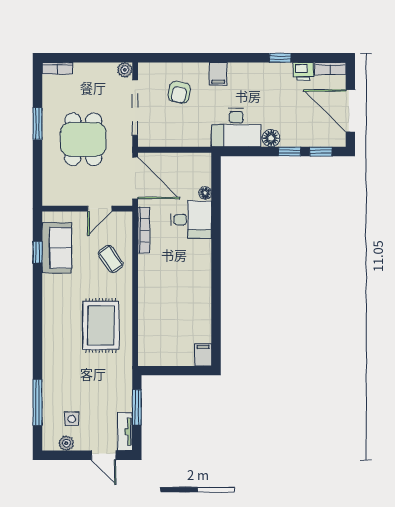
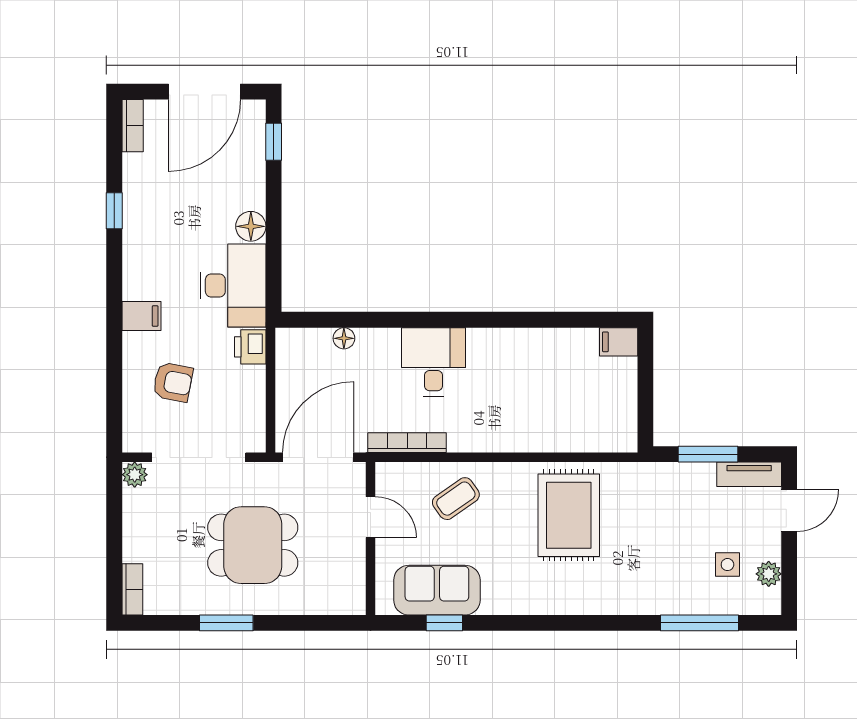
printer: (303, 71) -> (250, 347), moved, turned 180
window: (290, 152) -> (274, 195), removed
desk: (191, 220) -> (433, 362), moved
rug: (101, 325) -> (569, 515), turned 90

